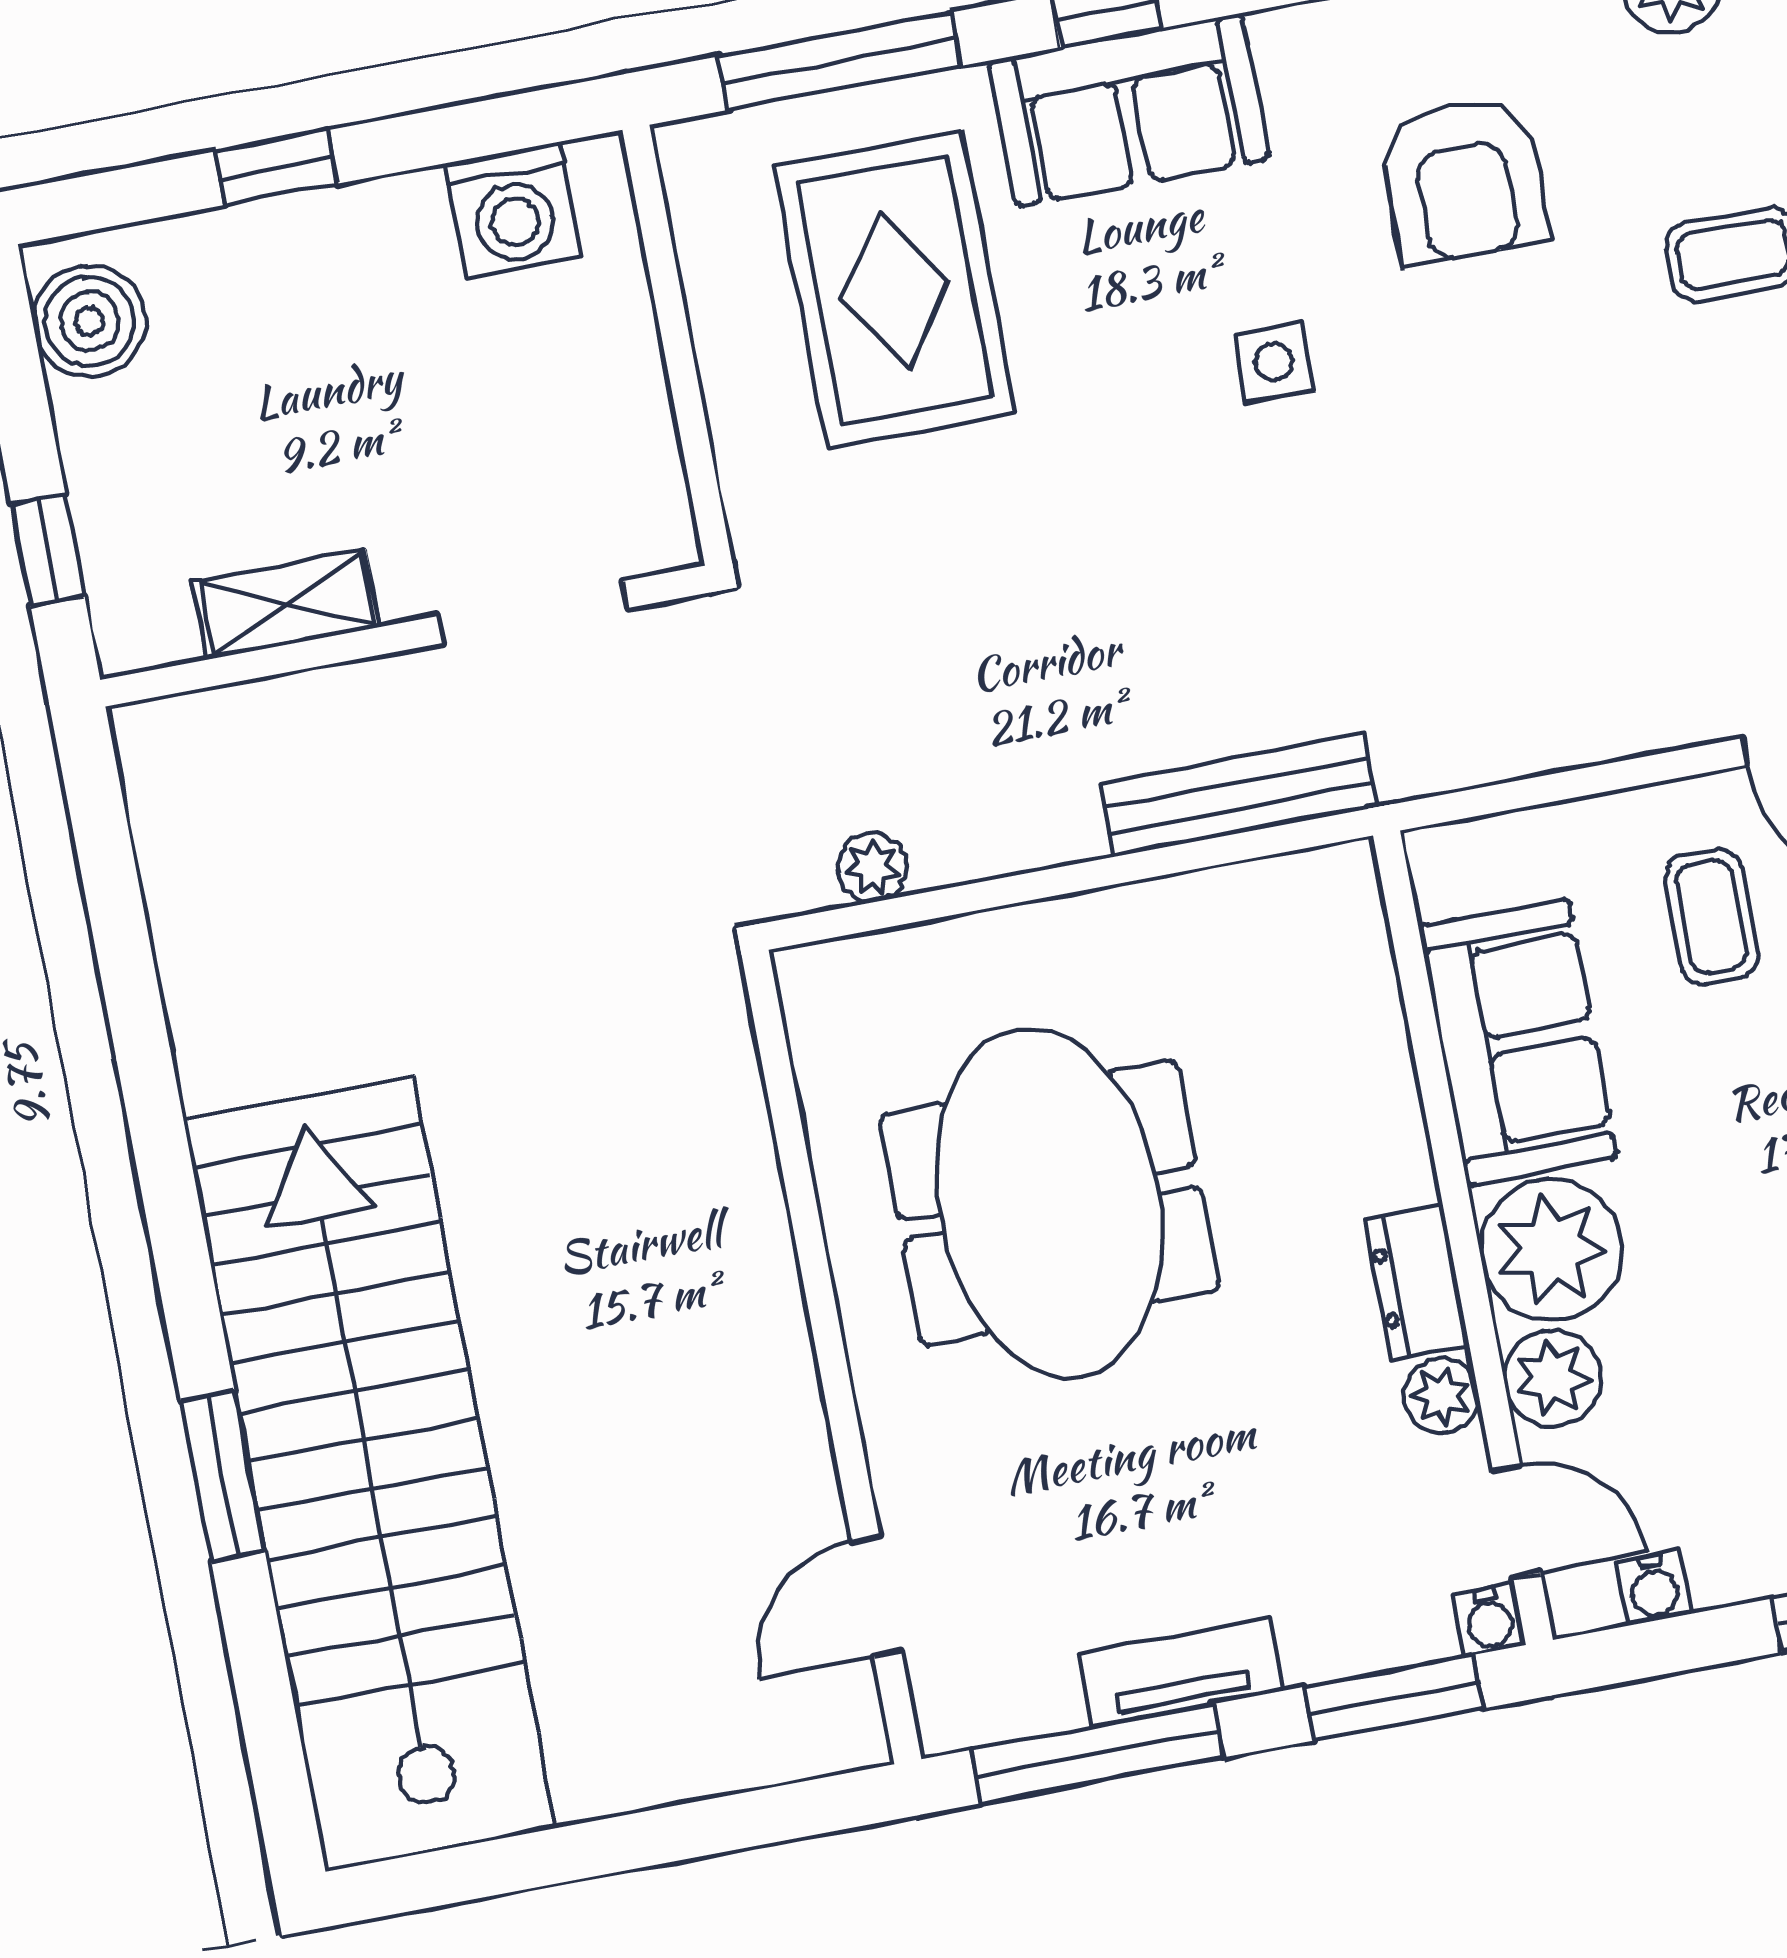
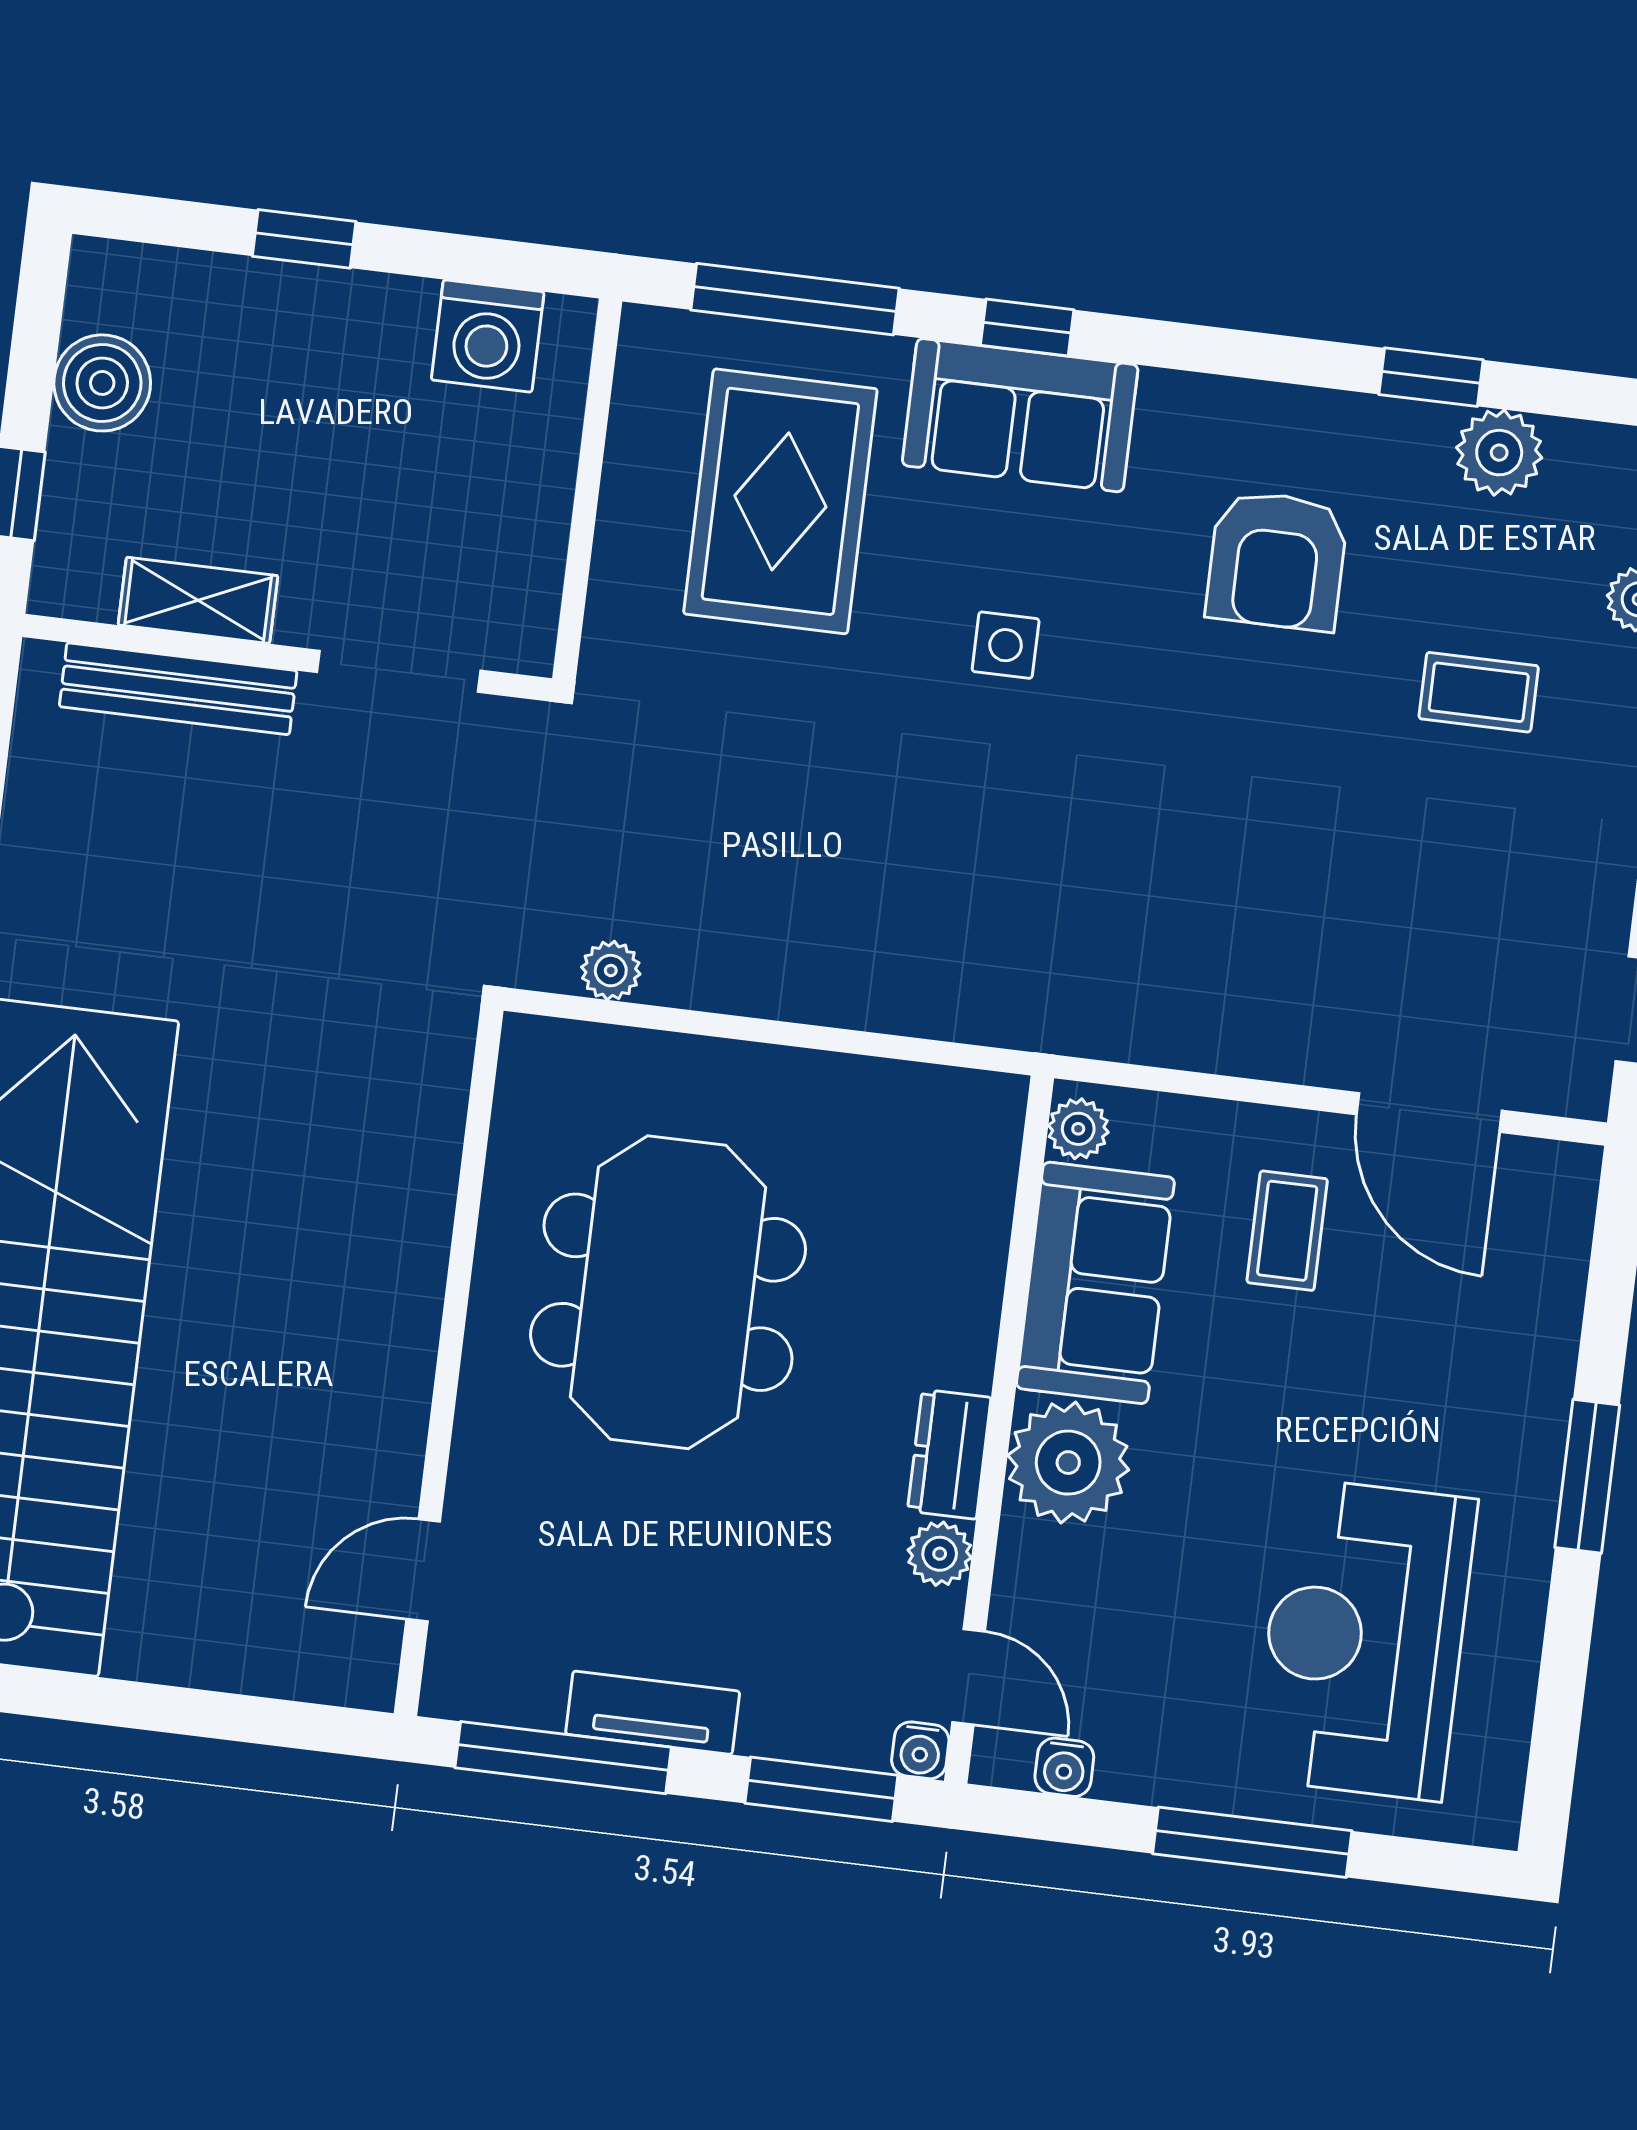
boiler: (89, 321) -> (102, 383), moved
side table: (1274, 362) -> (1006, 645), moved
bench: (1239, 795) -> (178, 689), moved
plant: (1552, 1378) -> (1078, 1129), moved, width x0.73, depth x0.73

